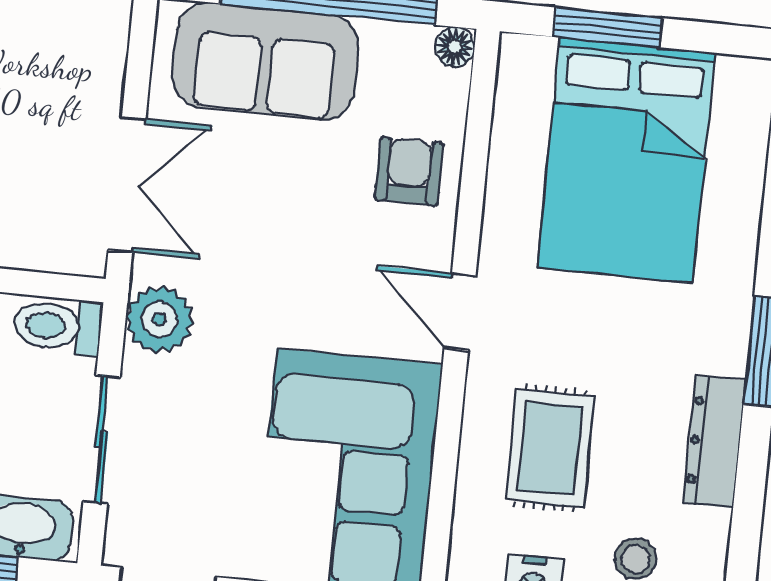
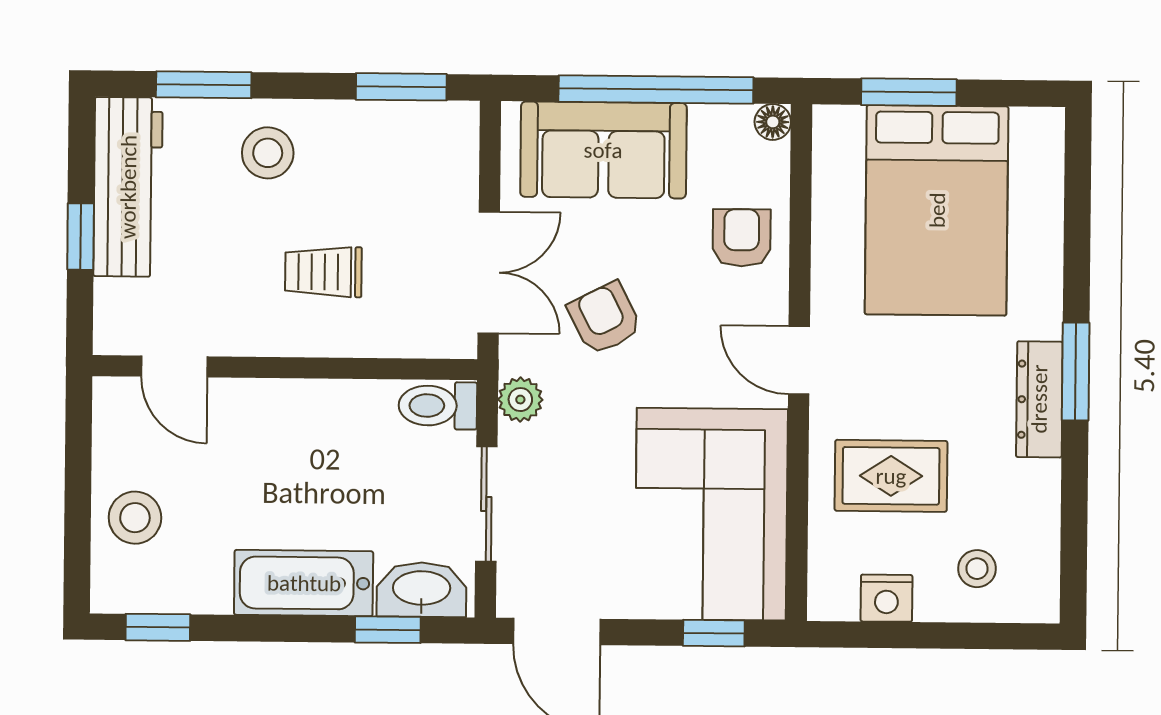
armchair: (250, 247) -> (605, 318), added
plant: (159, 319) -> (520, 400), width x0.73, depth x0.73
dresser: (715, 442) -> (1039, 399), moved
rug: (550, 448) -> (891, 476), turned 90

